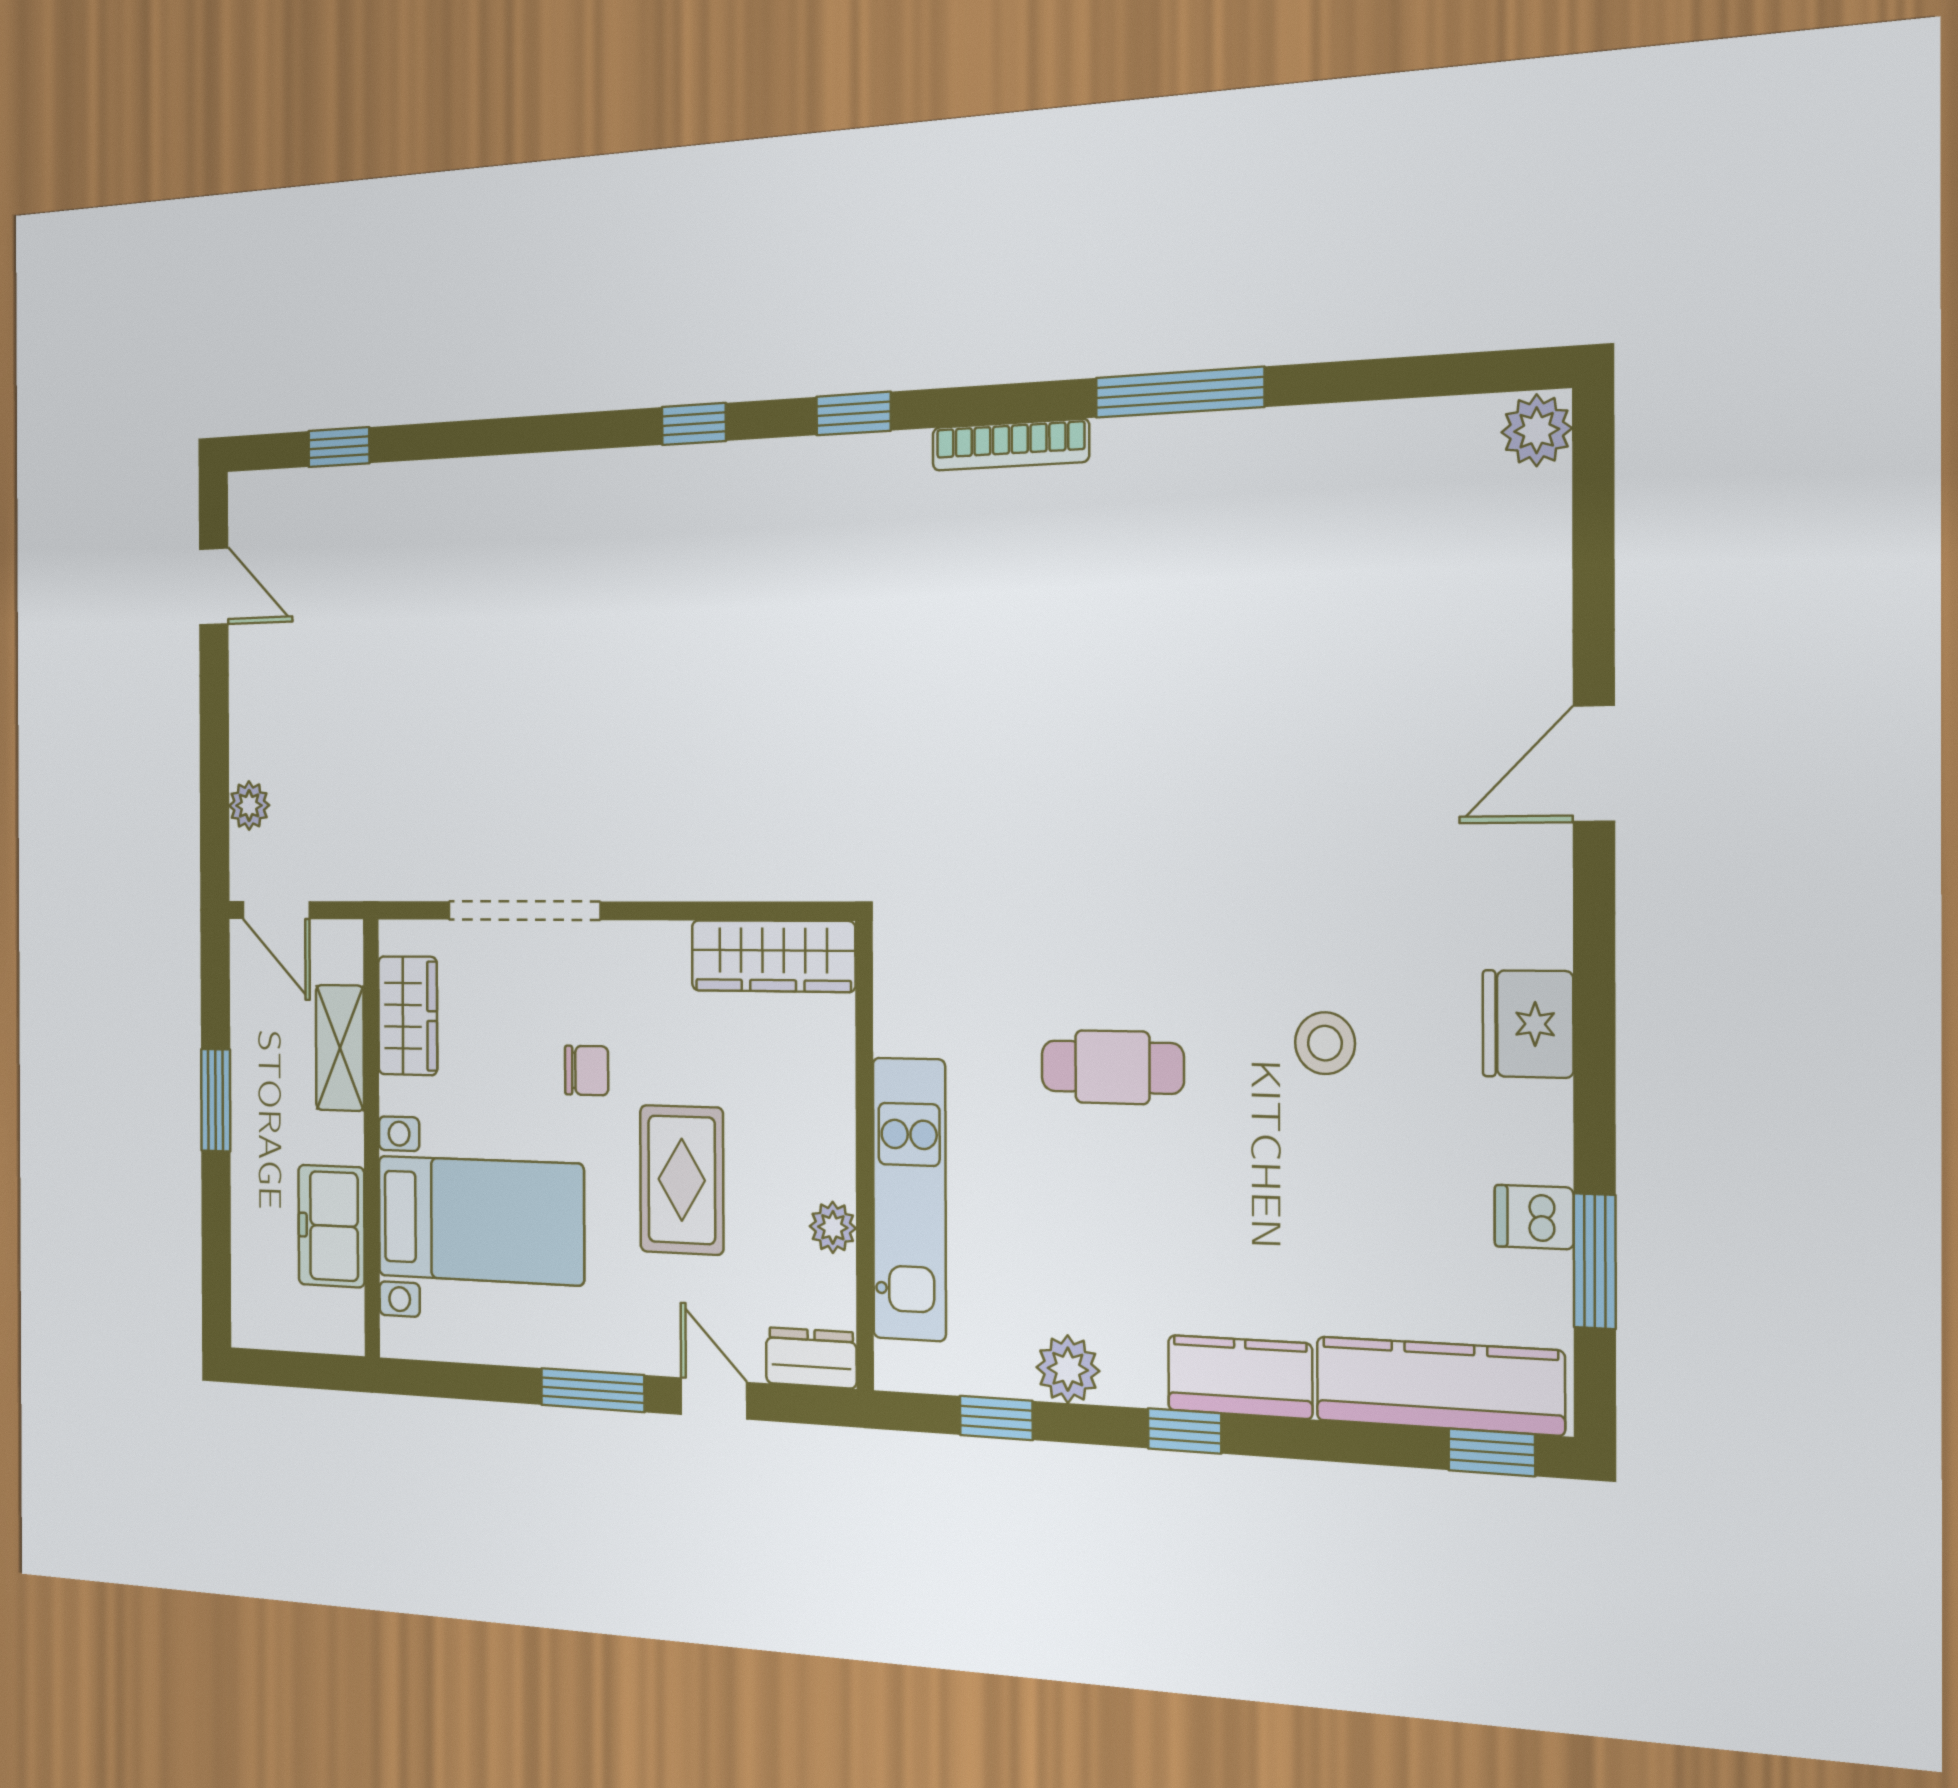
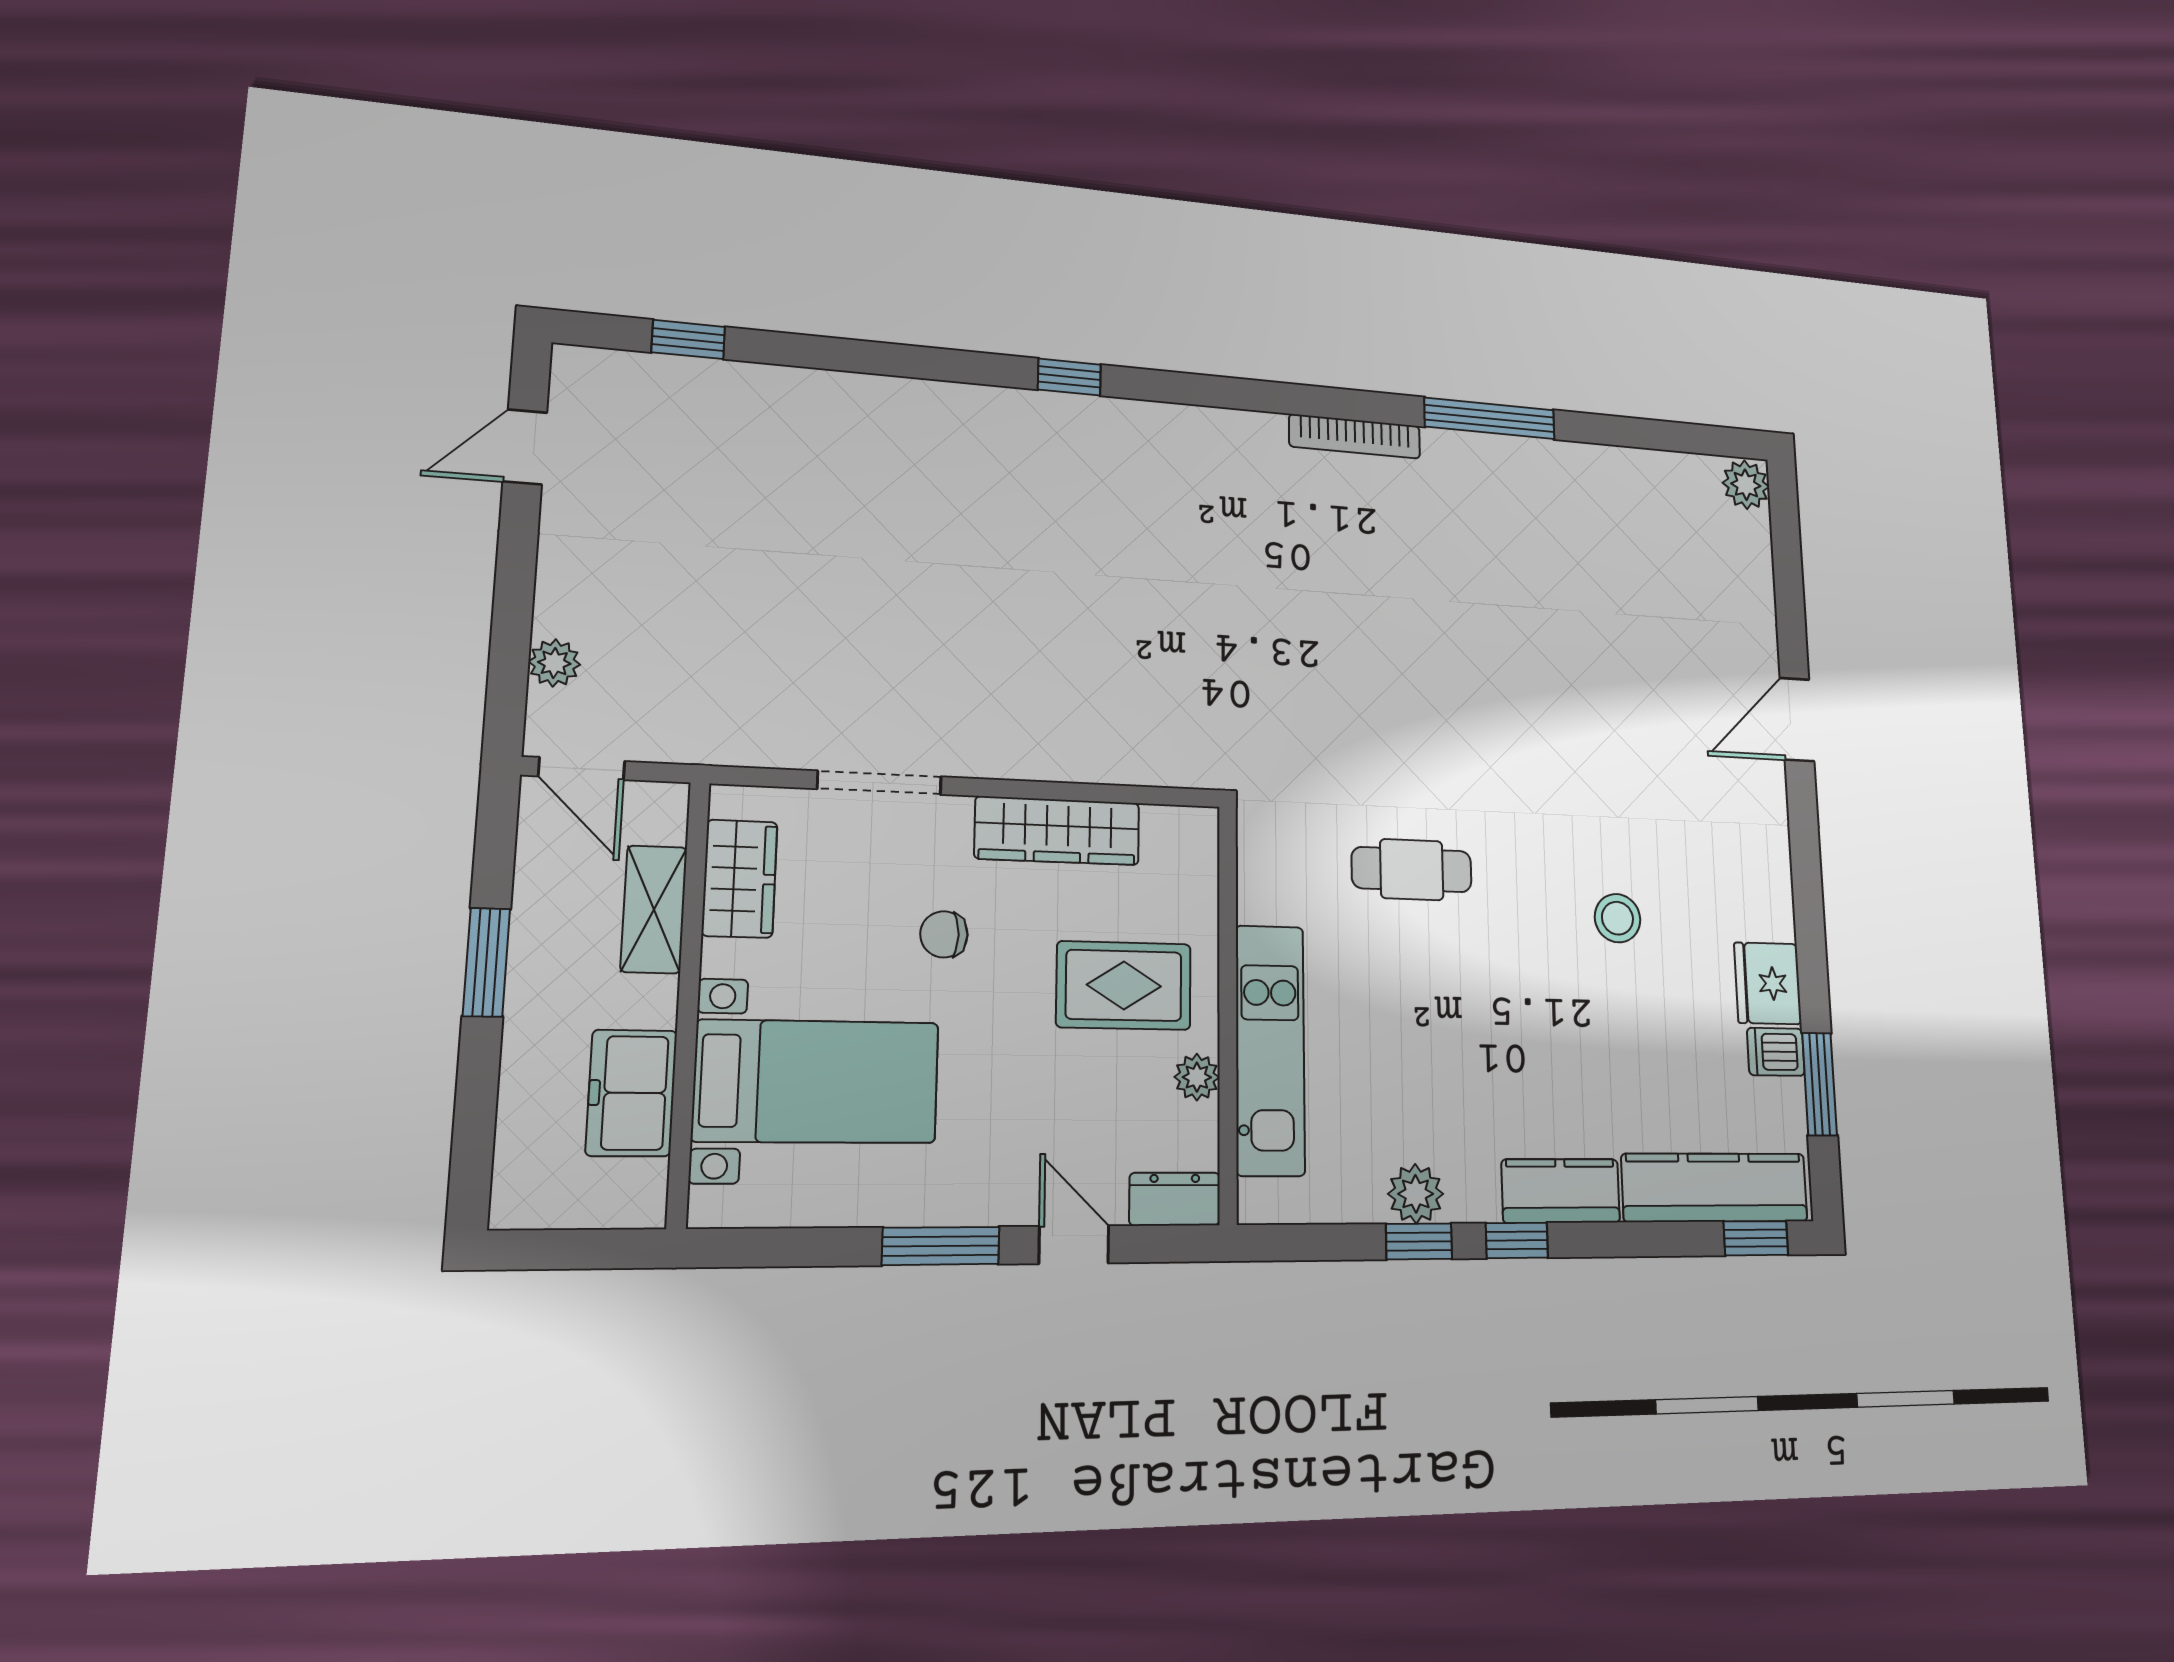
window: (854, 414) -> (1219, 392), removed
door: (214, 586) -> (525, 447), swing flipped
doorway: (524, 911) -> (880, 783), width x0.73
wardrobe: (773, 956) -> (1057, 831), moved
fridge: (1528, 1024) -> (1768, 983), moved
cafe table: (1112, 1067) -> (1412, 870), moved
chair: (587, 1070) -> (944, 934), turned 180
rug: (682, 1180) -> (1124, 985), moved, turned 90
window: (996, 1418) -> (1419, 1241), moved

